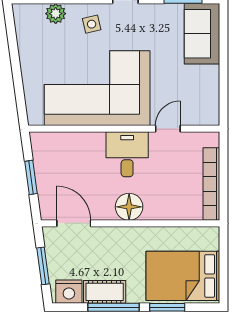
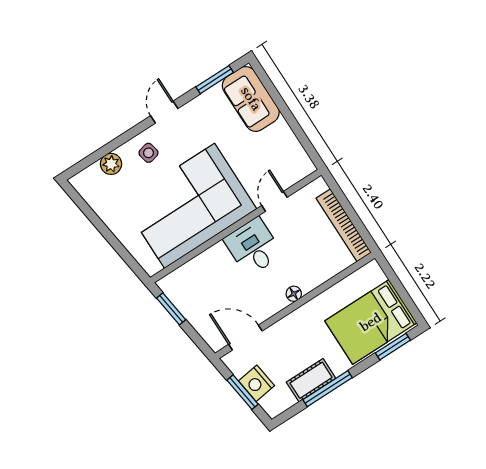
window: (31, 177) -> (171, 309), moved
floor lamp: (129, 207) -> (294, 294), width x0.53, depth x0.53
nightstand: (69, 292) -> (256, 383), moved, turned 82
window: (167, 307) -> (393, 347), moved

